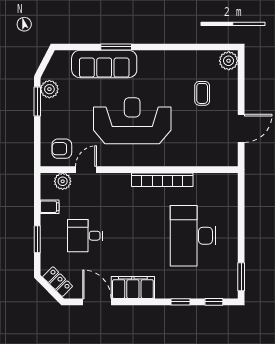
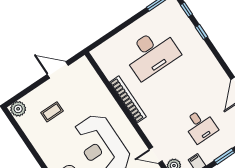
filing cabinet: (133, 288) -> (213, 70), removed

